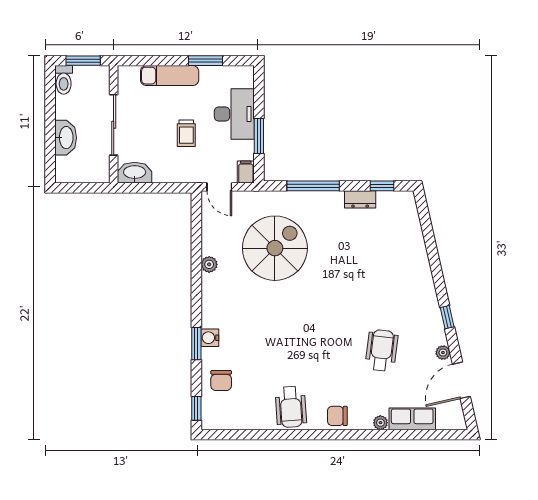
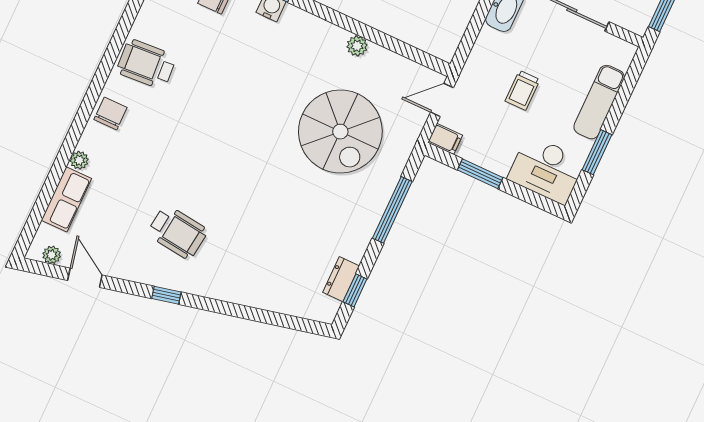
desk: (234, 114) -> (546, 170), moved
trolley: (186, 133) -> (522, 90), turned -90
dresser: (360, 199) -> (341, 279), moved
wheelchair: (382, 350) -> (177, 232), moved
plant: (443, 353) -> (52, 255), moved
door: (461, 380) -> (85, 278), width x0.73

